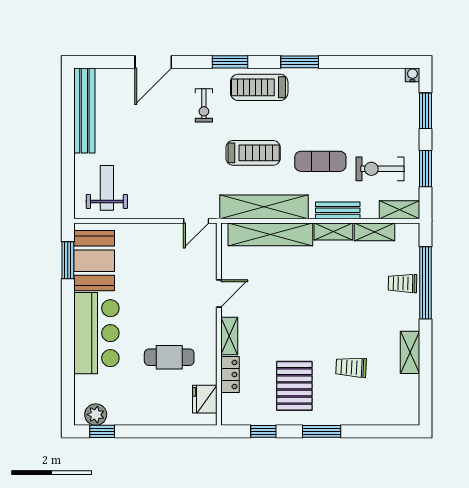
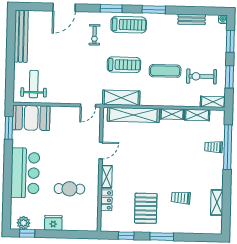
treadmill: (259, 87) -> (129, 25), turned 180
shelving: (264, 207) -> (121, 98), width x0.68
bench: (338, 210) -> (192, 19), moved
booth: (94, 261) -> (31, 118), moved, turned 90
shelving: (410, 352) -> (217, 203), moved
fridge: (205, 399) -> (53, 223), moved, turned 90

